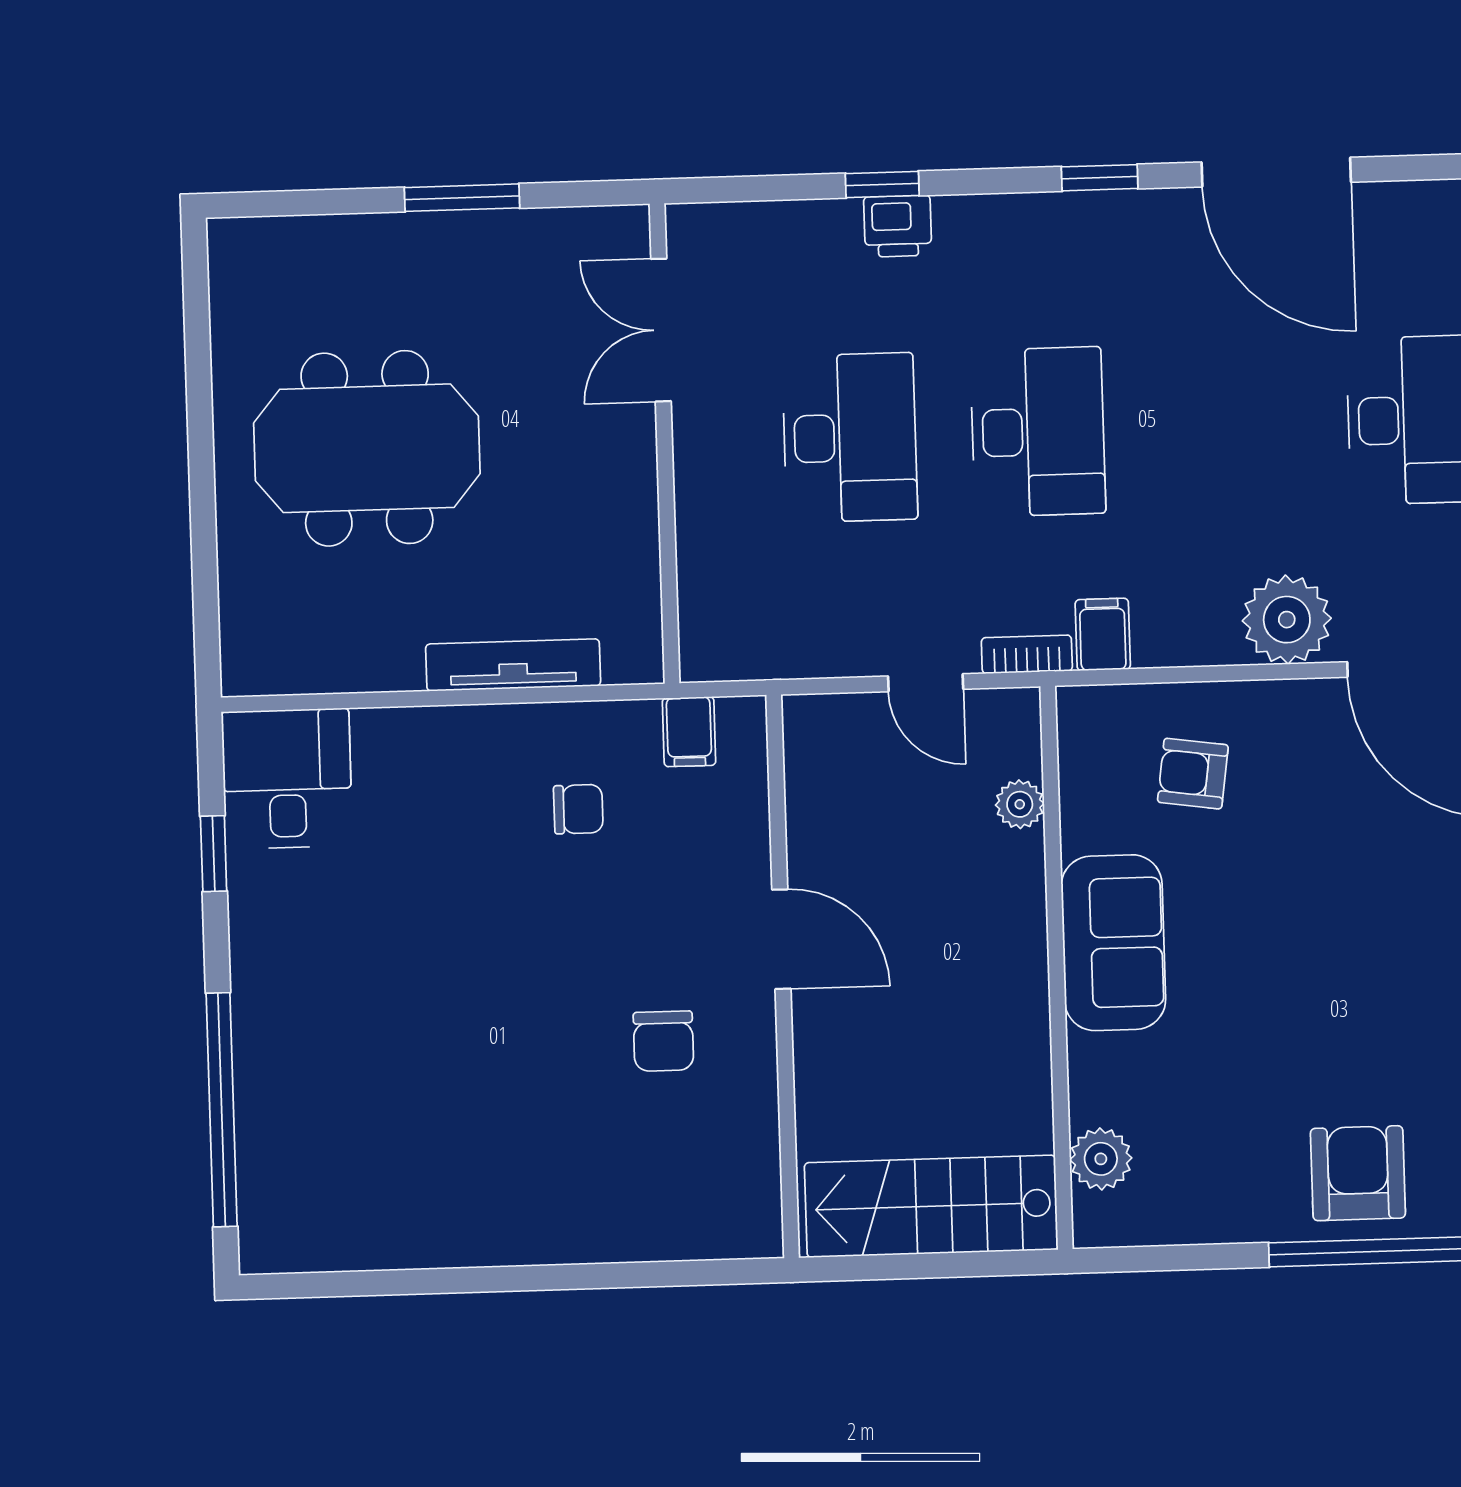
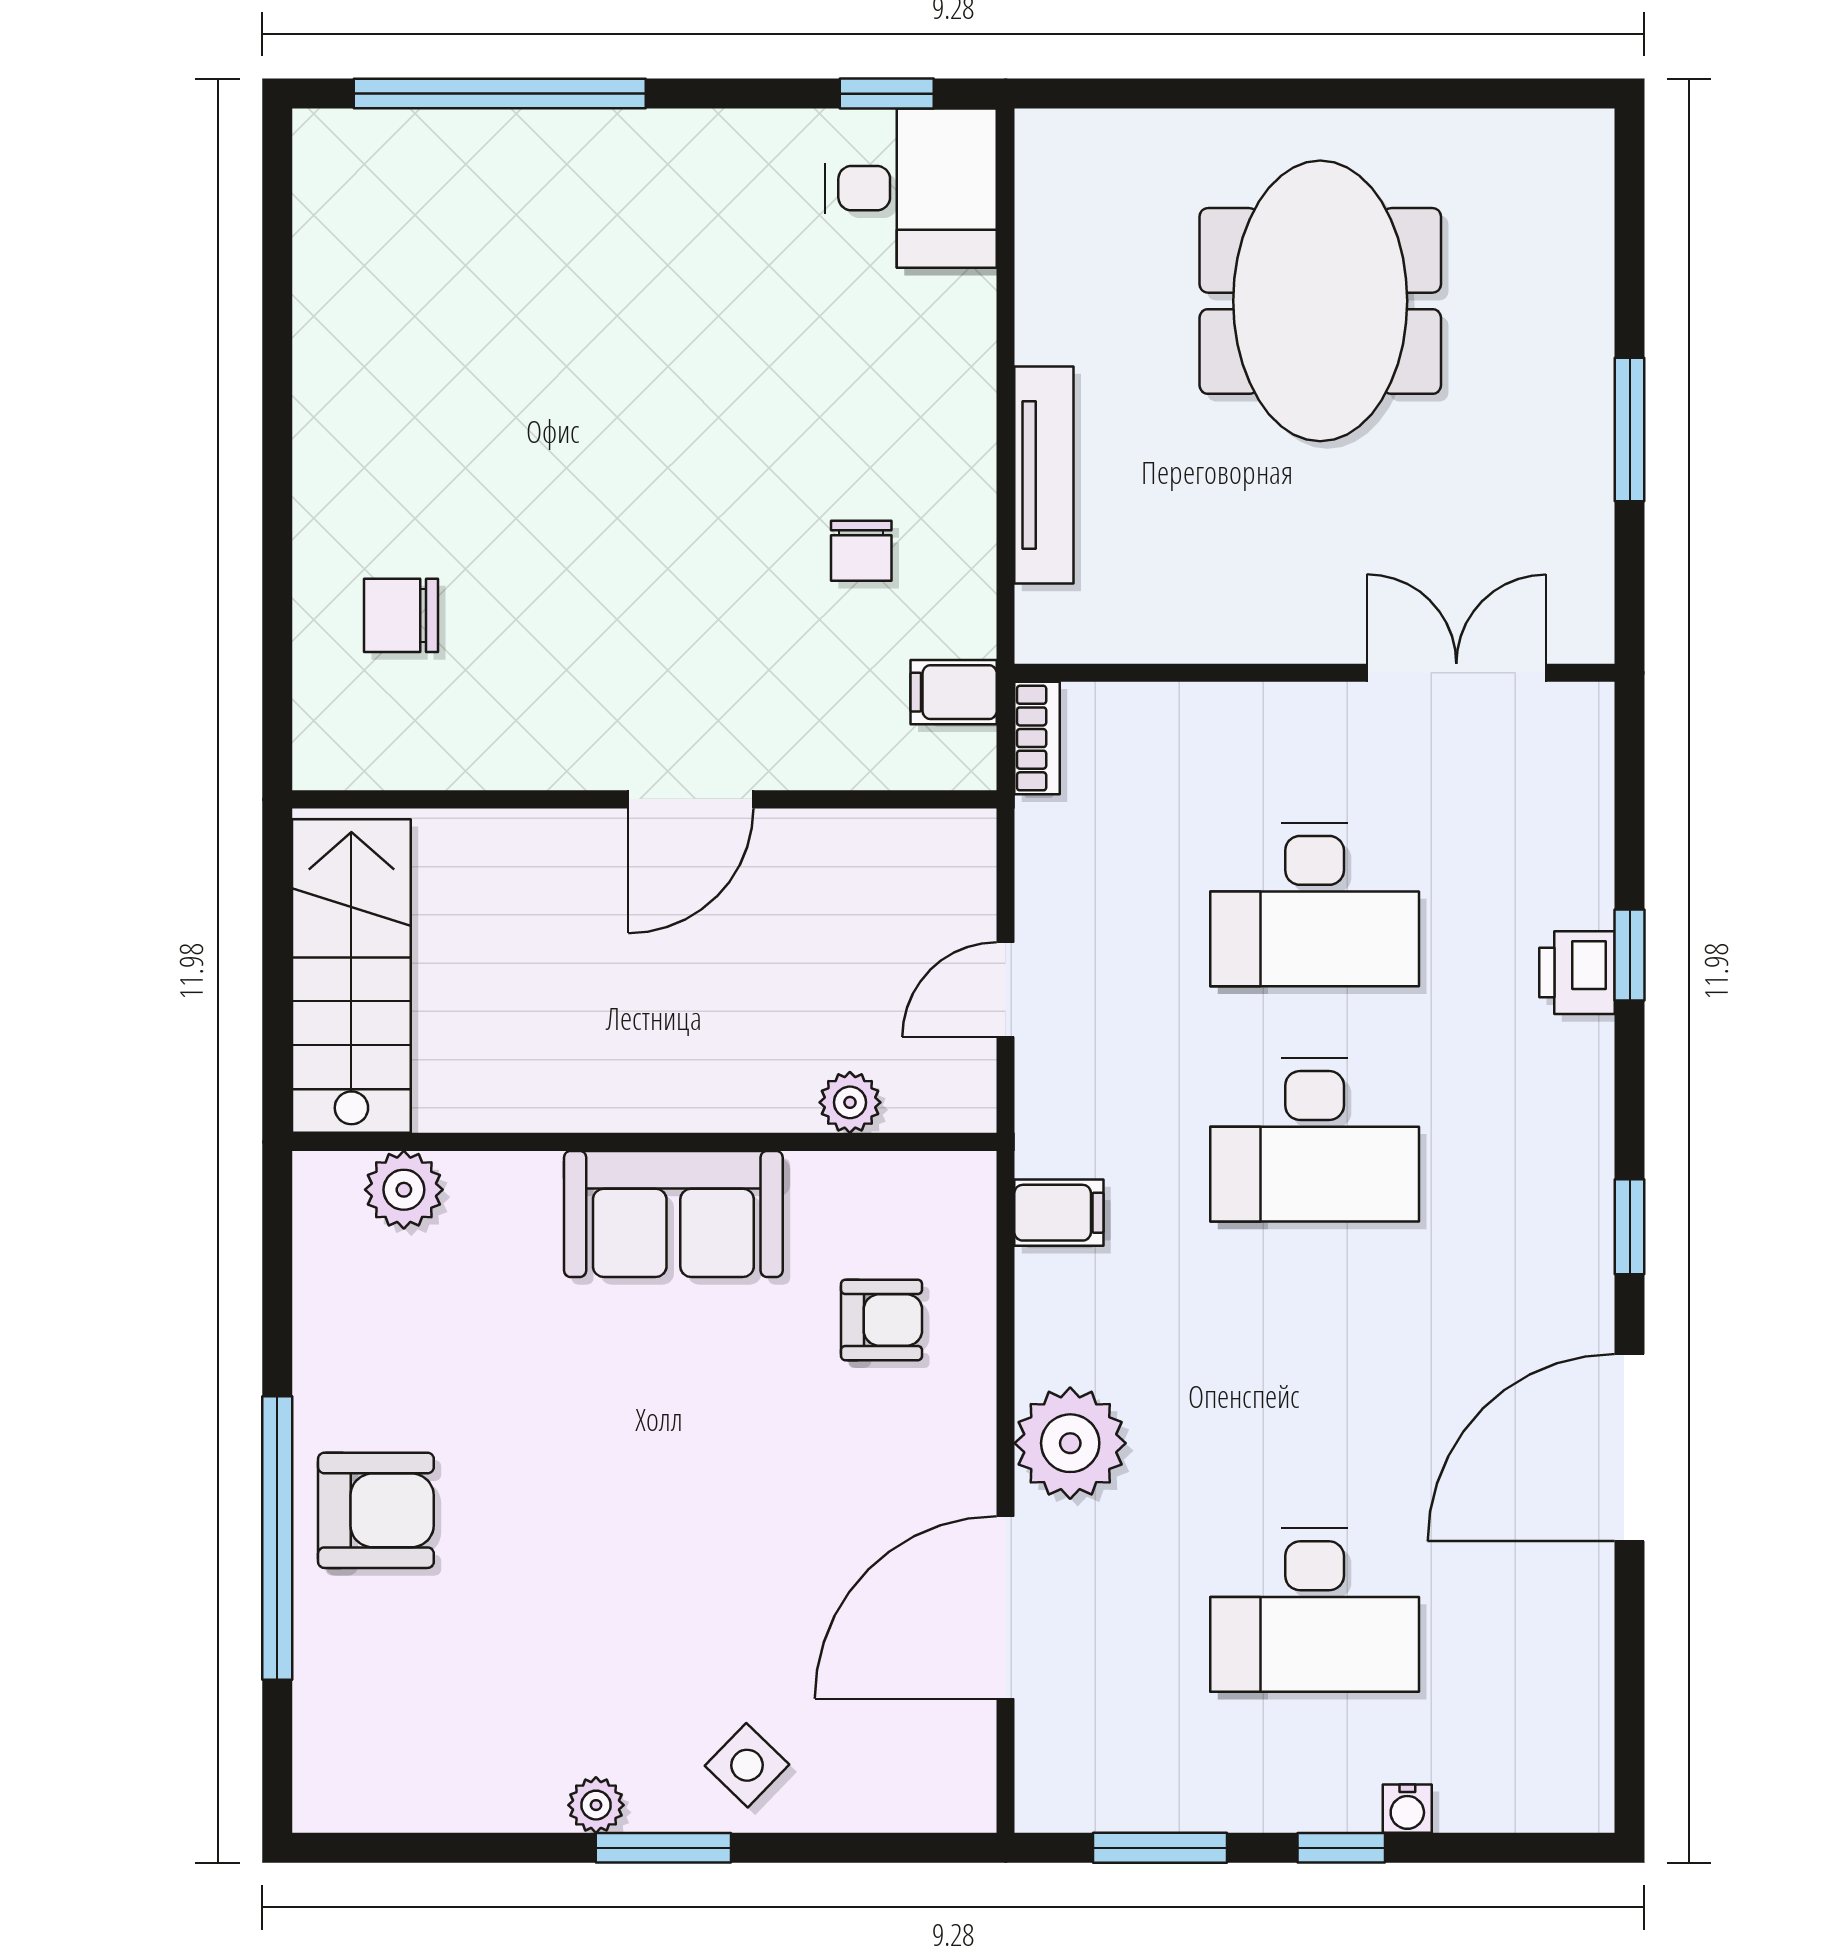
bookcase: (1027, 654) -> (1037, 738), moved
armchair: (1193, 774) -> (882, 1320), turned 82
window: (214, 854) -> (887, 94), moved
chair: (663, 1041) -> (401, 615), moved

